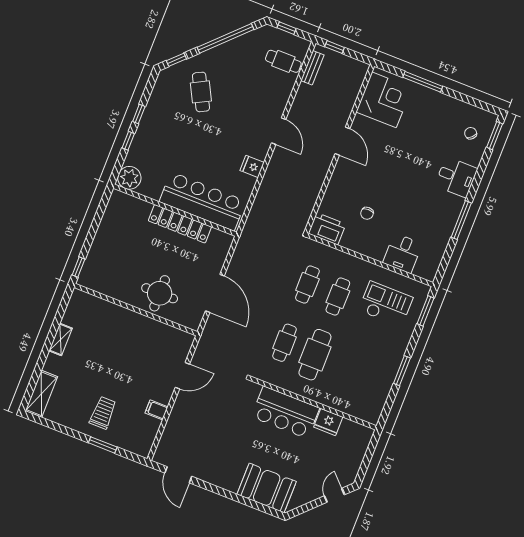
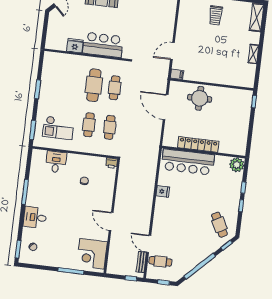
cafe table: (201, 92) -> (219, 225), moved
door: (279, 131) -> (149, 244), moved
printer: (327, 229) -> (112, 163), width x0.53, depth x0.68
filing cabinet: (156, 410) -> (177, 74), moved

